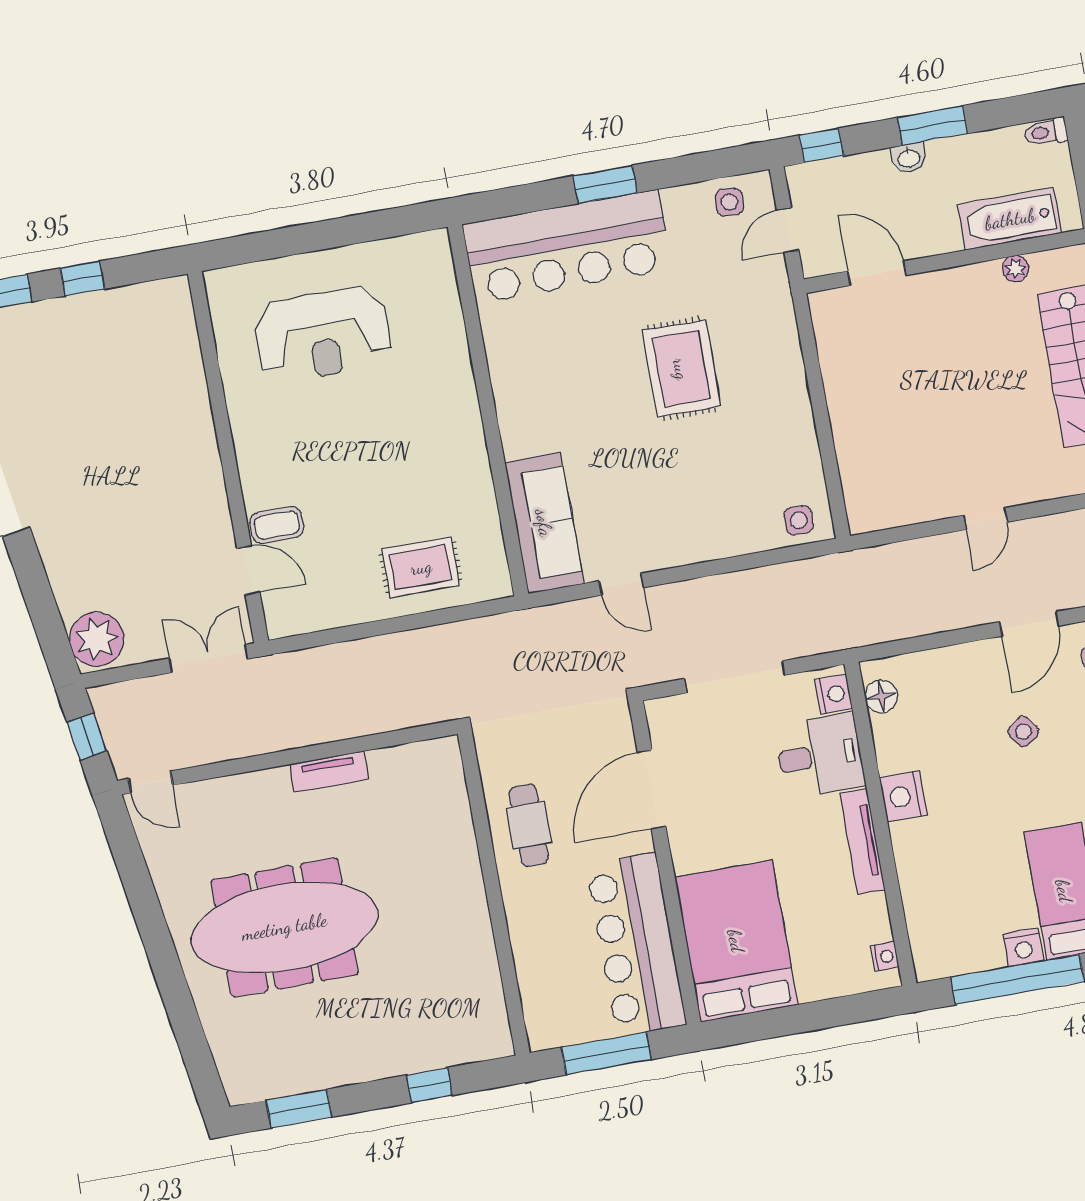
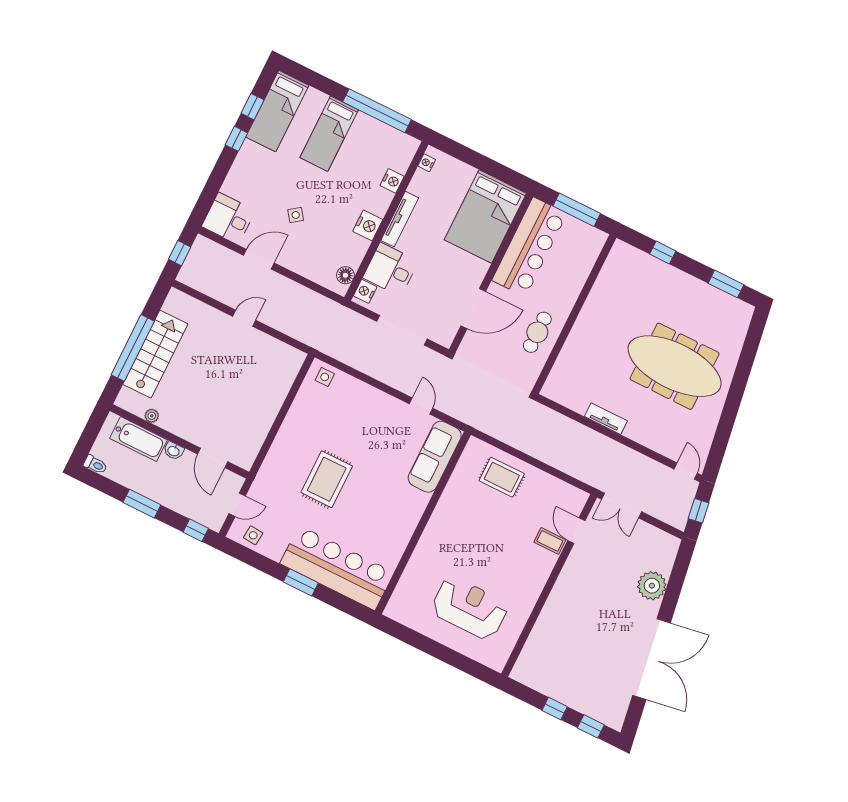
washbasin: (909, 158) -> (174, 451), moved, turned 180
plant: (97, 639) -> (652, 586), moved
nightstand: (1023, 947) -> (392, 181), moved, turned 90

